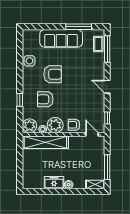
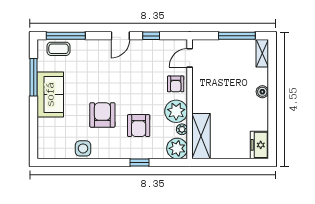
sofa: (61, 38) -> (50, 94), width x0.73
window: (107, 118) -> (151, 36), moved
shelving: (45, 142) -> (201, 136), width x0.68
freezer: (54, 183) -> (259, 145), moved

